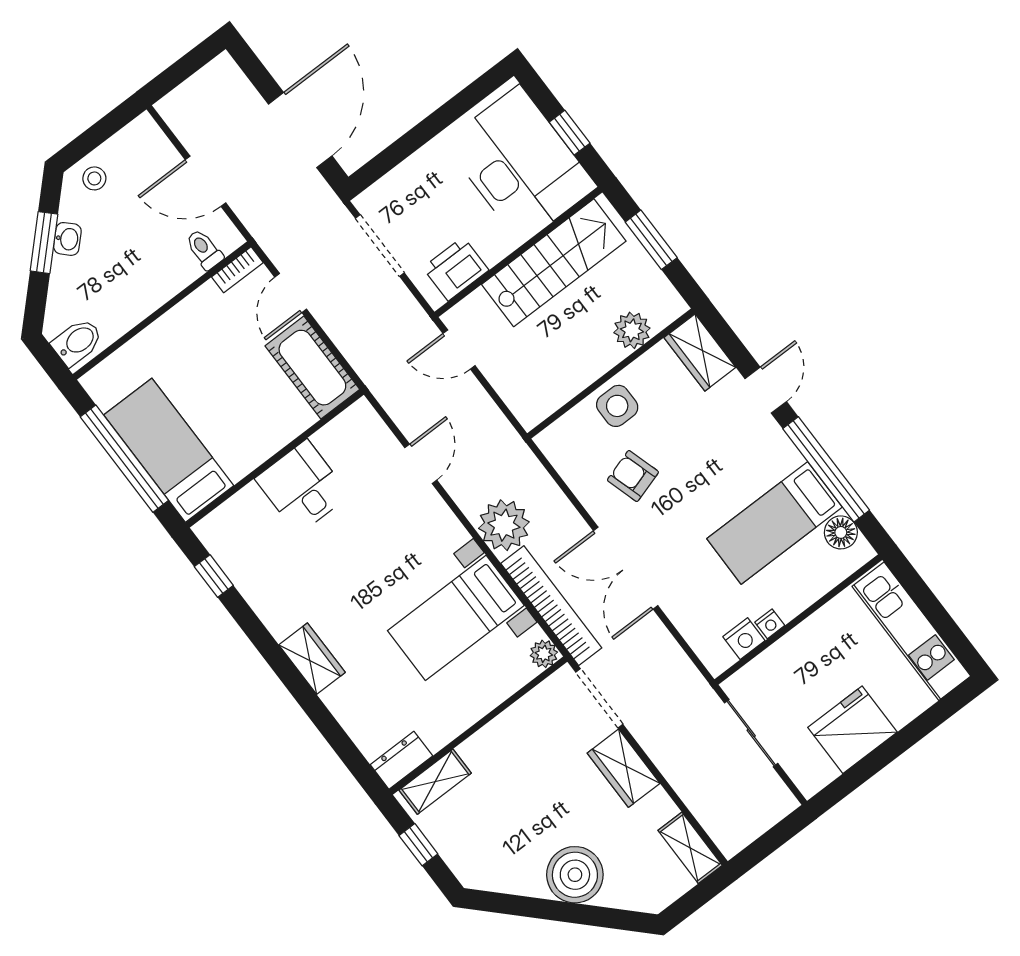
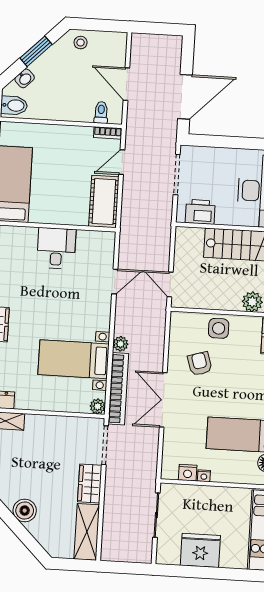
washbasin: (67, 239) -> (25, 78), moved
door: (459, 349) -> (170, 285), moved
plant: (504, 525) -> (120, 344), width x0.53, depth x0.53
shelving: (690, 848) -> (87, 532), width x1.50, depth x1.33
boiler: (575, 875) -> (25, 511), width x0.73, depth x0.73

